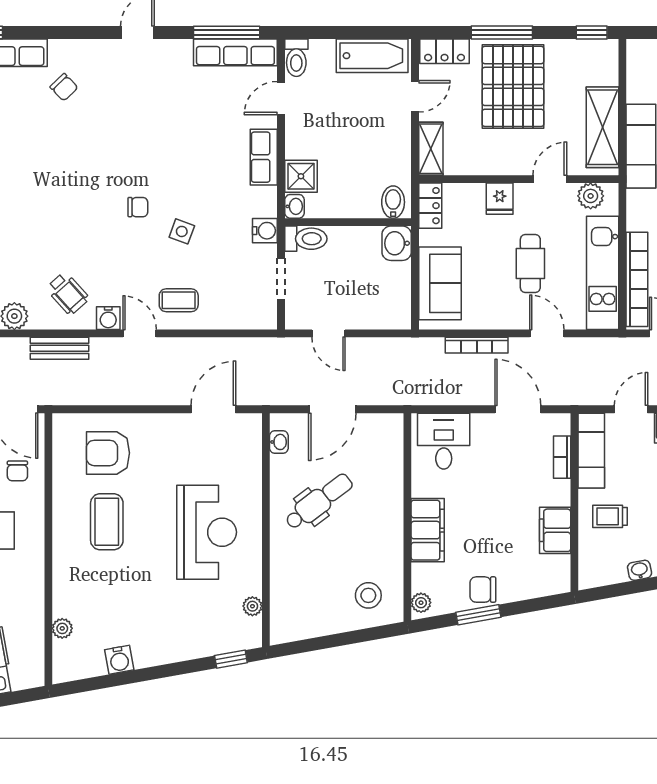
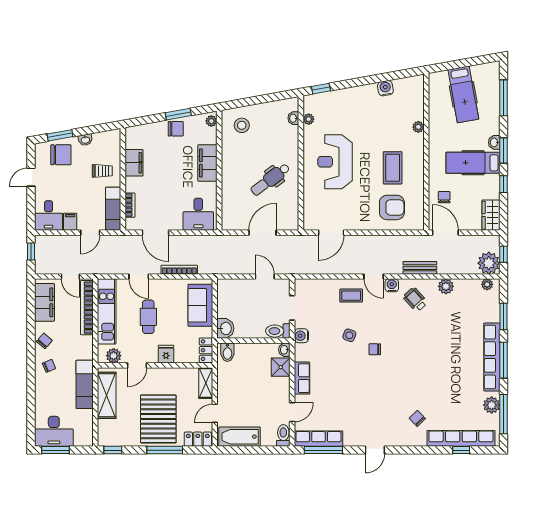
washbasin: (279, 442) -> (293, 118), moved
plant: (62, 628) -> (418, 127), moved

